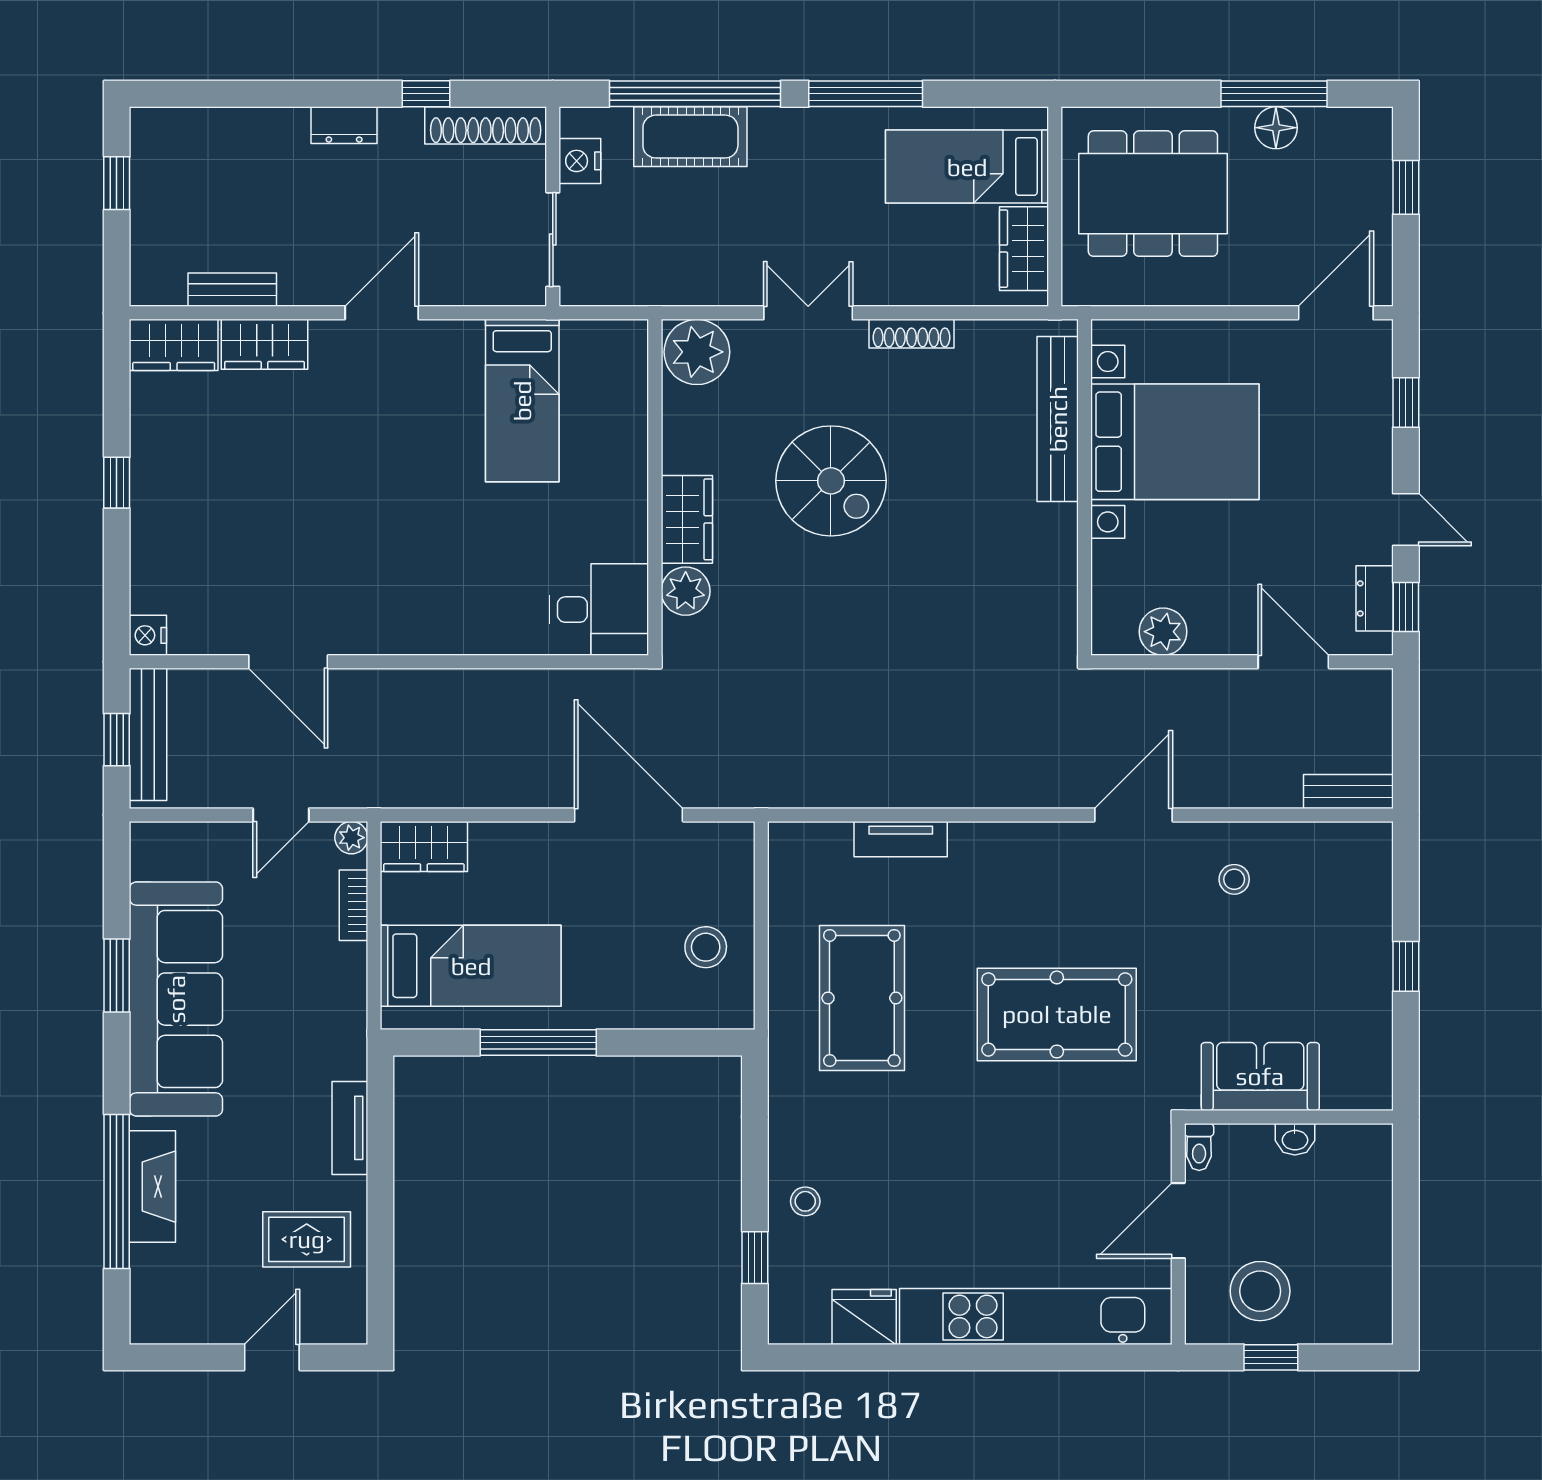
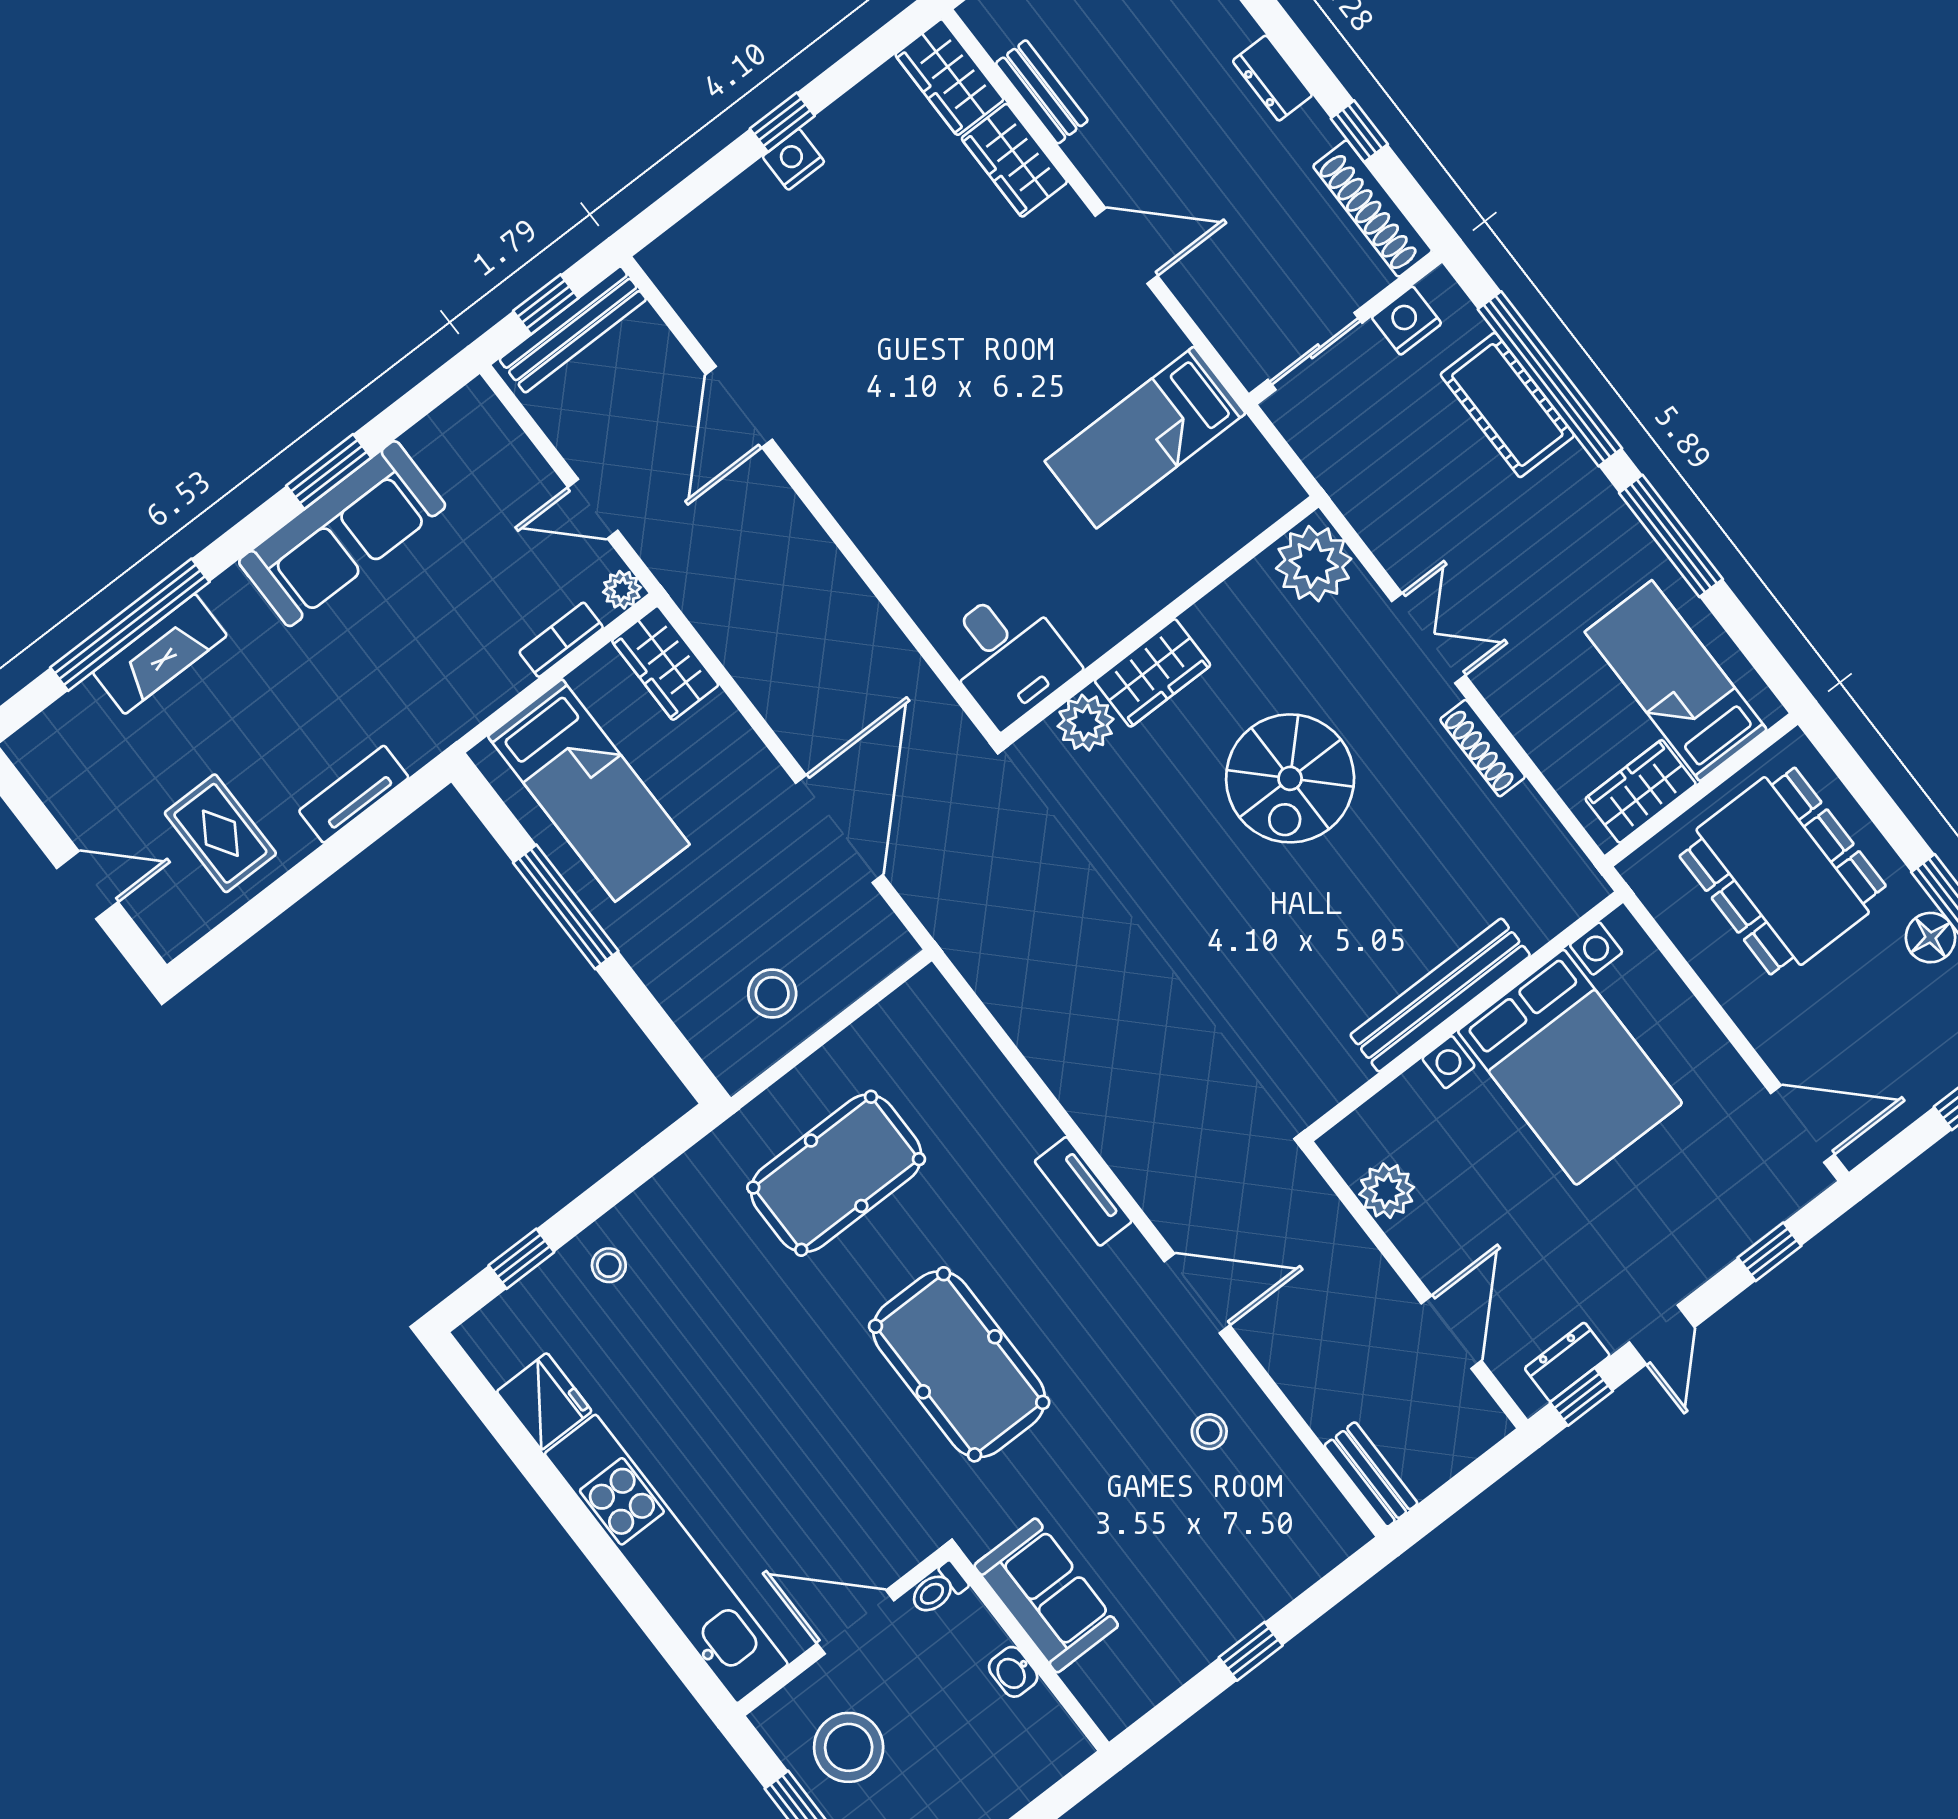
bench: (1058, 419) -> (1440, 995), moved
nightstand: (148, 635) -> (793, 159), moved
tv unit: (901, 839) -> (1083, 1191), moved
sofa: (176, 999) -> (342, 534), width x0.74, depth x0.79

